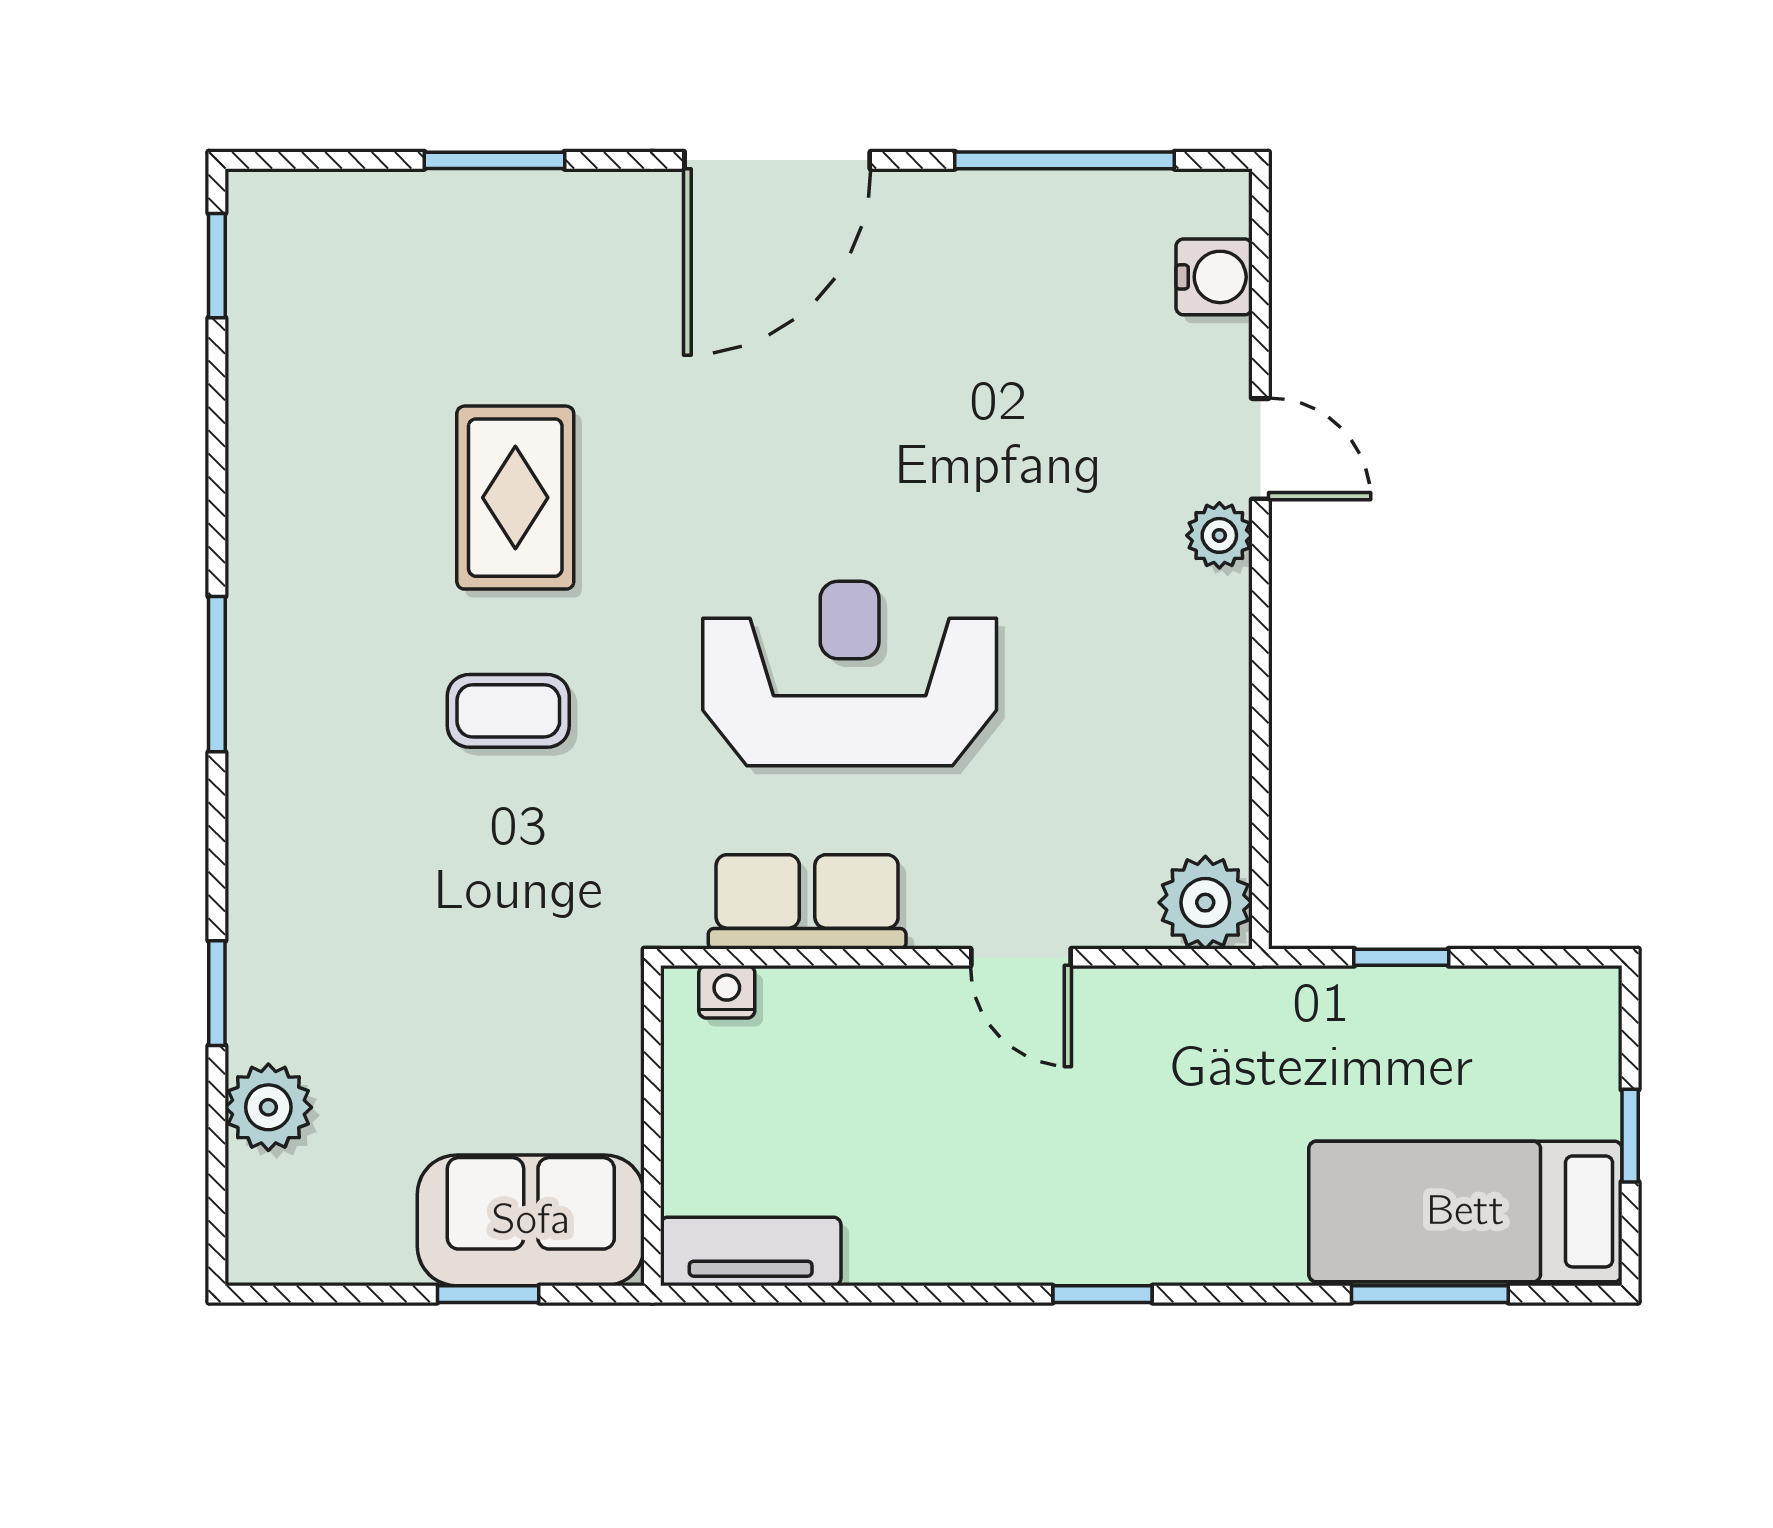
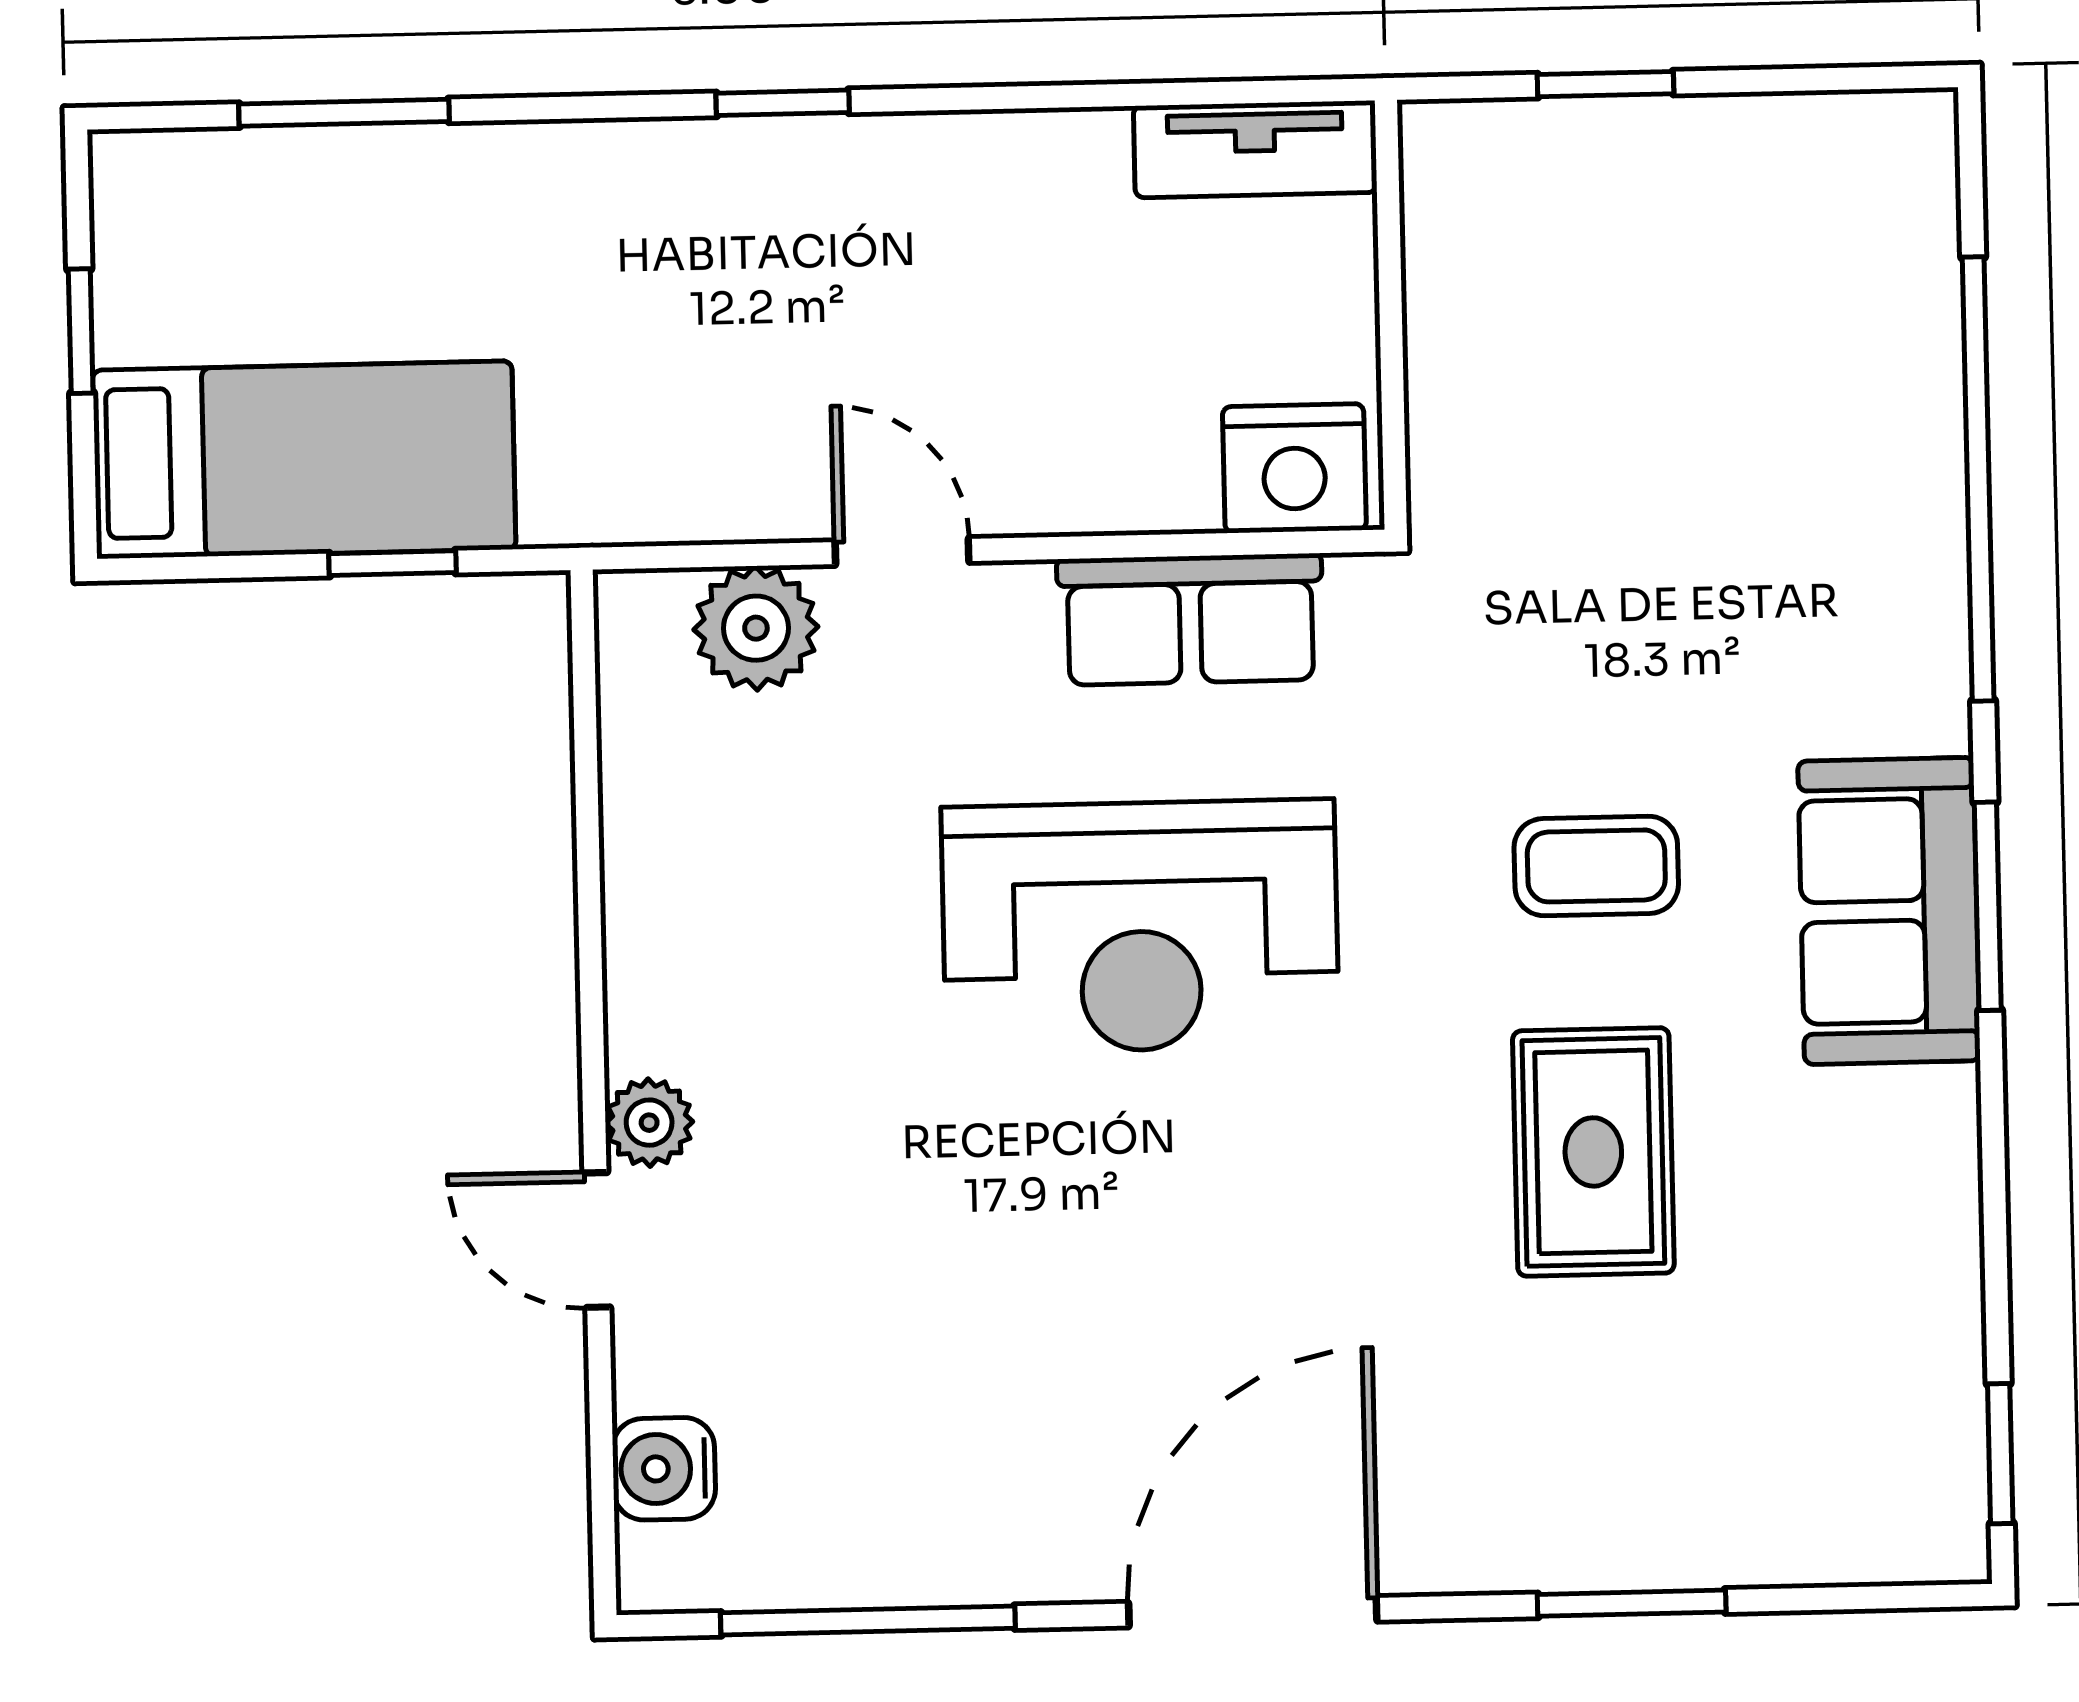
plant: (1205, 903) -> (756, 628), moved
nightstand: (727, 992) -> (1294, 468), width x1.89, depth x1.79
window: (217, 993) -> (1978, 479), width x3.17
plant: (268, 1107) -> (1906, 328), removed
bed: (1465, 1211) -> (304, 460), moved
sofa: (531, 1220) -> (1889, 911), moved, turned 90

